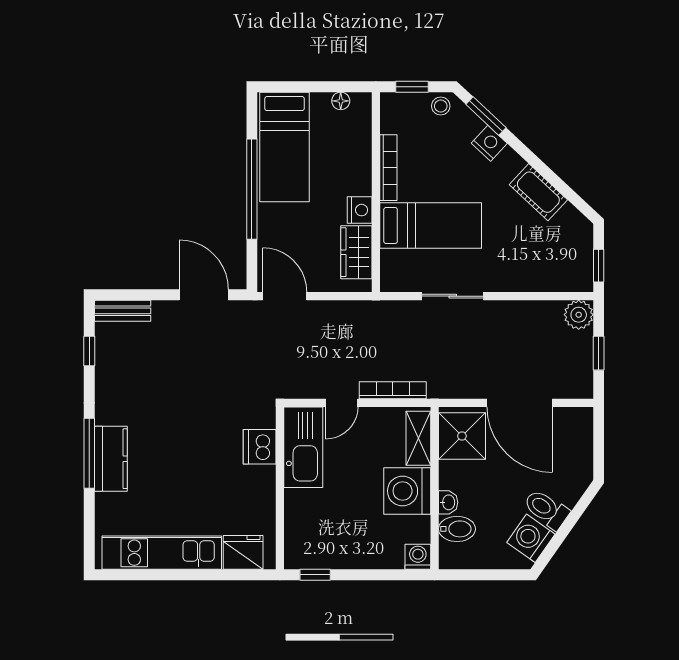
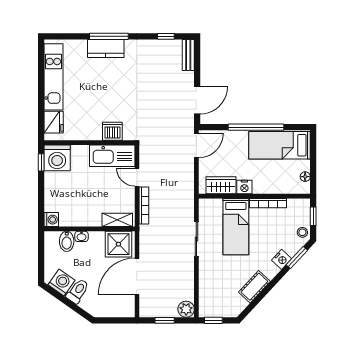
washing machine: (407, 491) -> (57, 158), moved, turned 180

